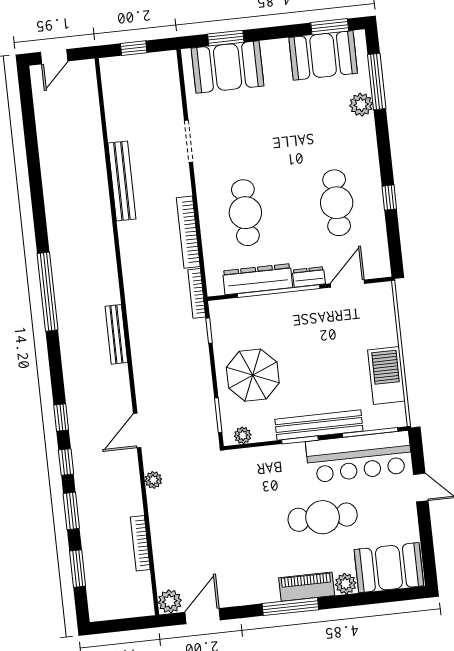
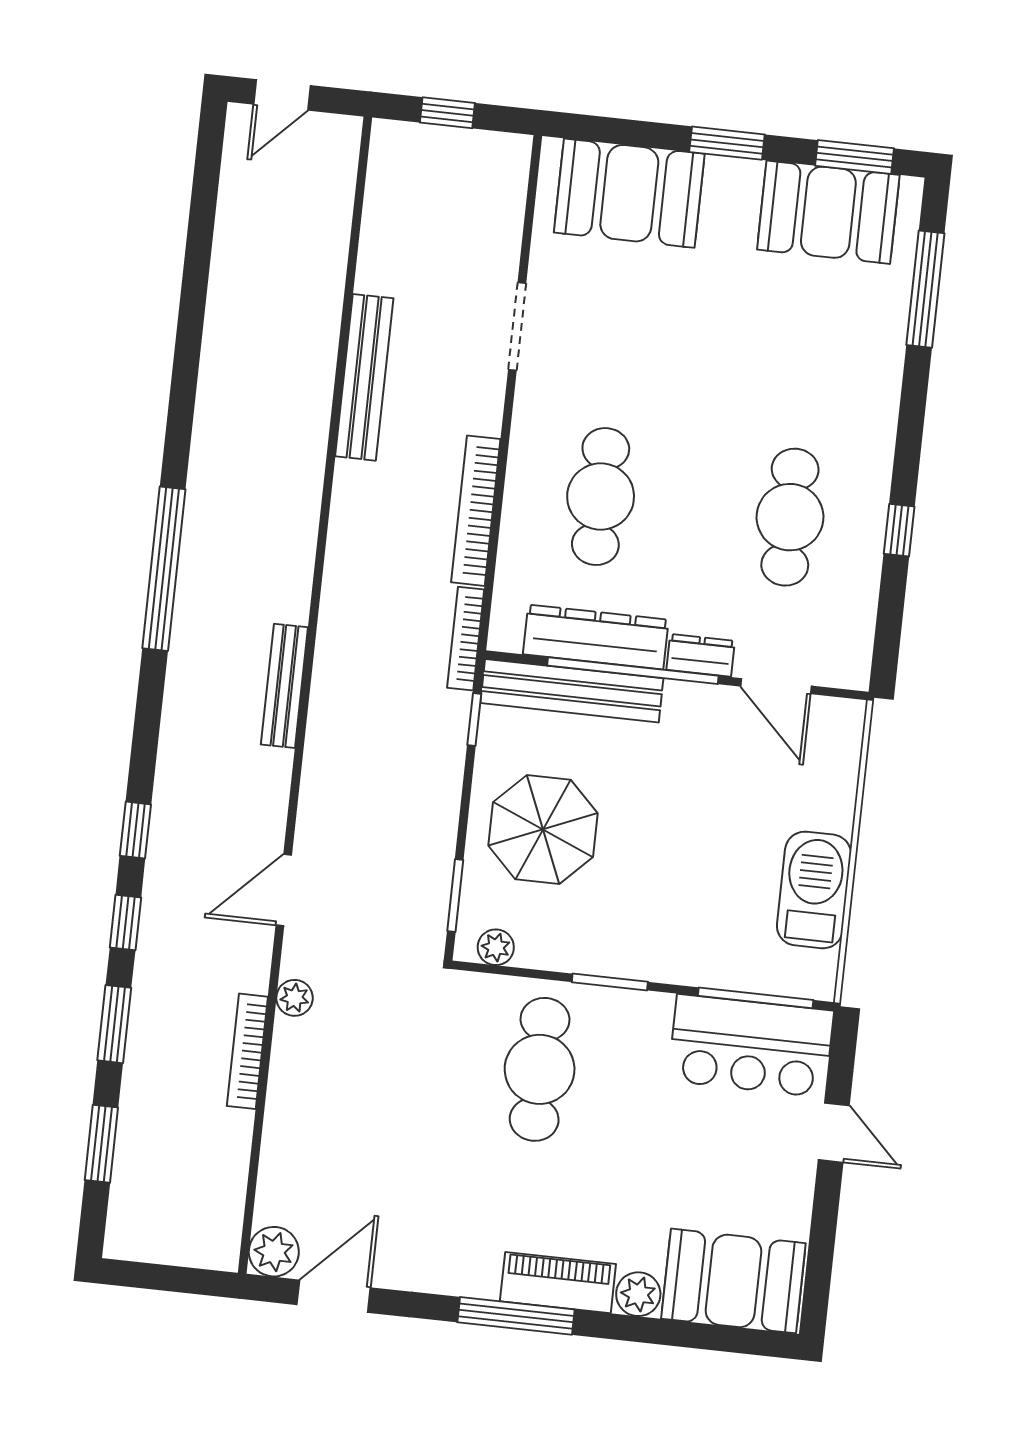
window: (226, 38) -> (727, 143), moved
plant: (361, 105) -> (883, 329), removed
door: (347, 284) -> (776, 686), swing flipped
bench: (319, 425) -> (572, 691), moved
bar counter: (359, 457) -> (751, 1046), width x0.73
cafe table: (323, 517) -> (540, 1069), moved, turned 90
bookcase: (140, 543) -> (247, 1051), moved

